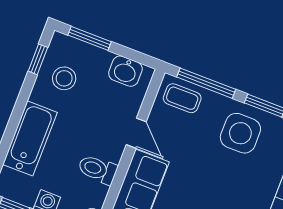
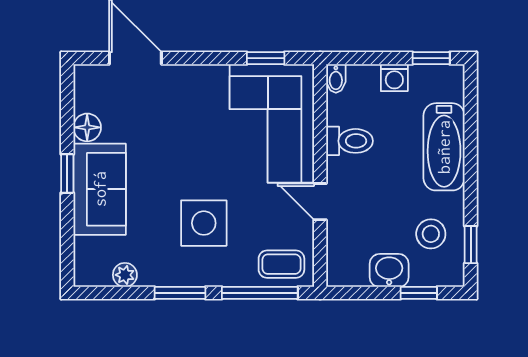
window: (90, 38) -> (419, 293), width x0.67
washbasin: (125, 71) -> (389, 270), moved
side table: (240, 133) -> (204, 223), moved

